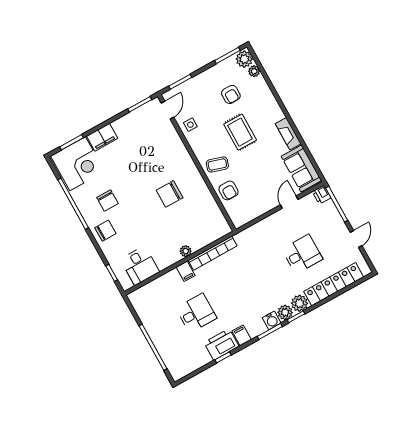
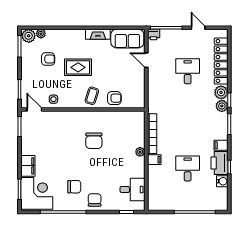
water cooler: (272, 320) -> (222, 181), moved

